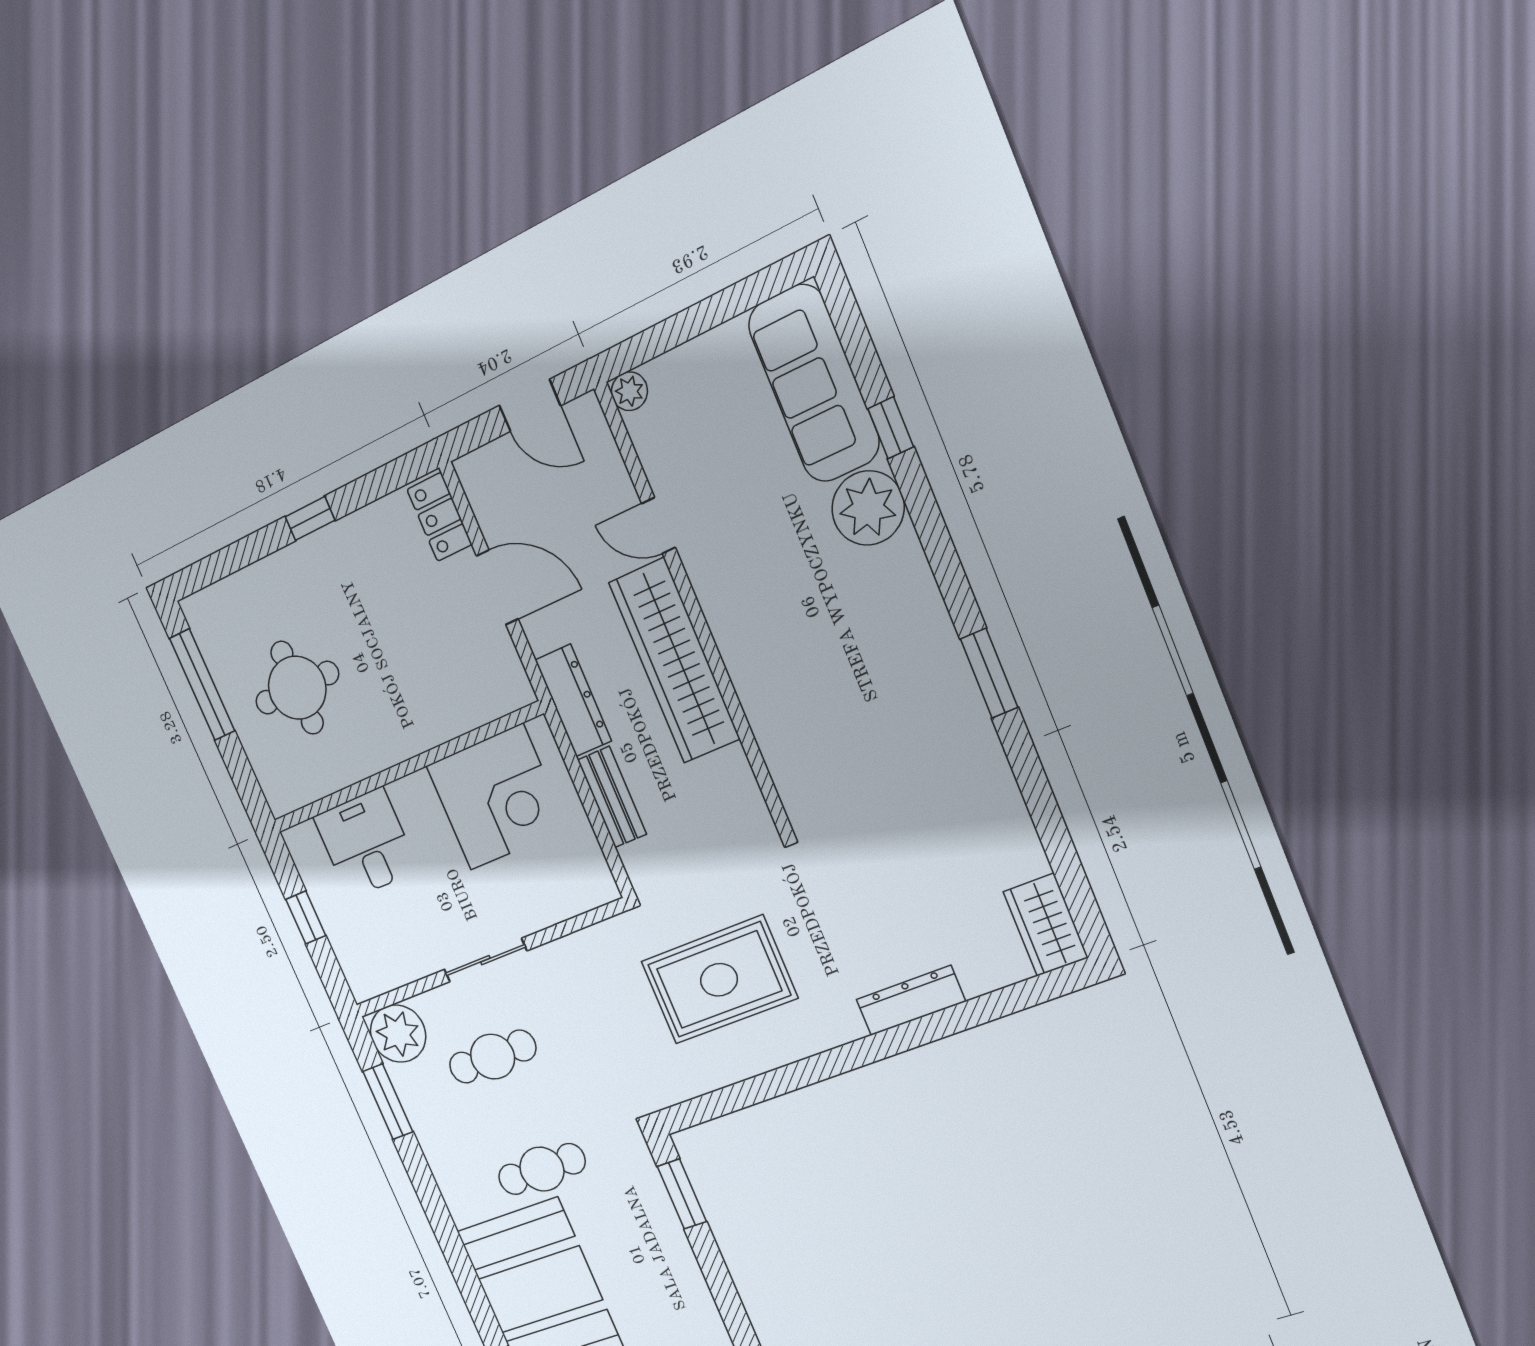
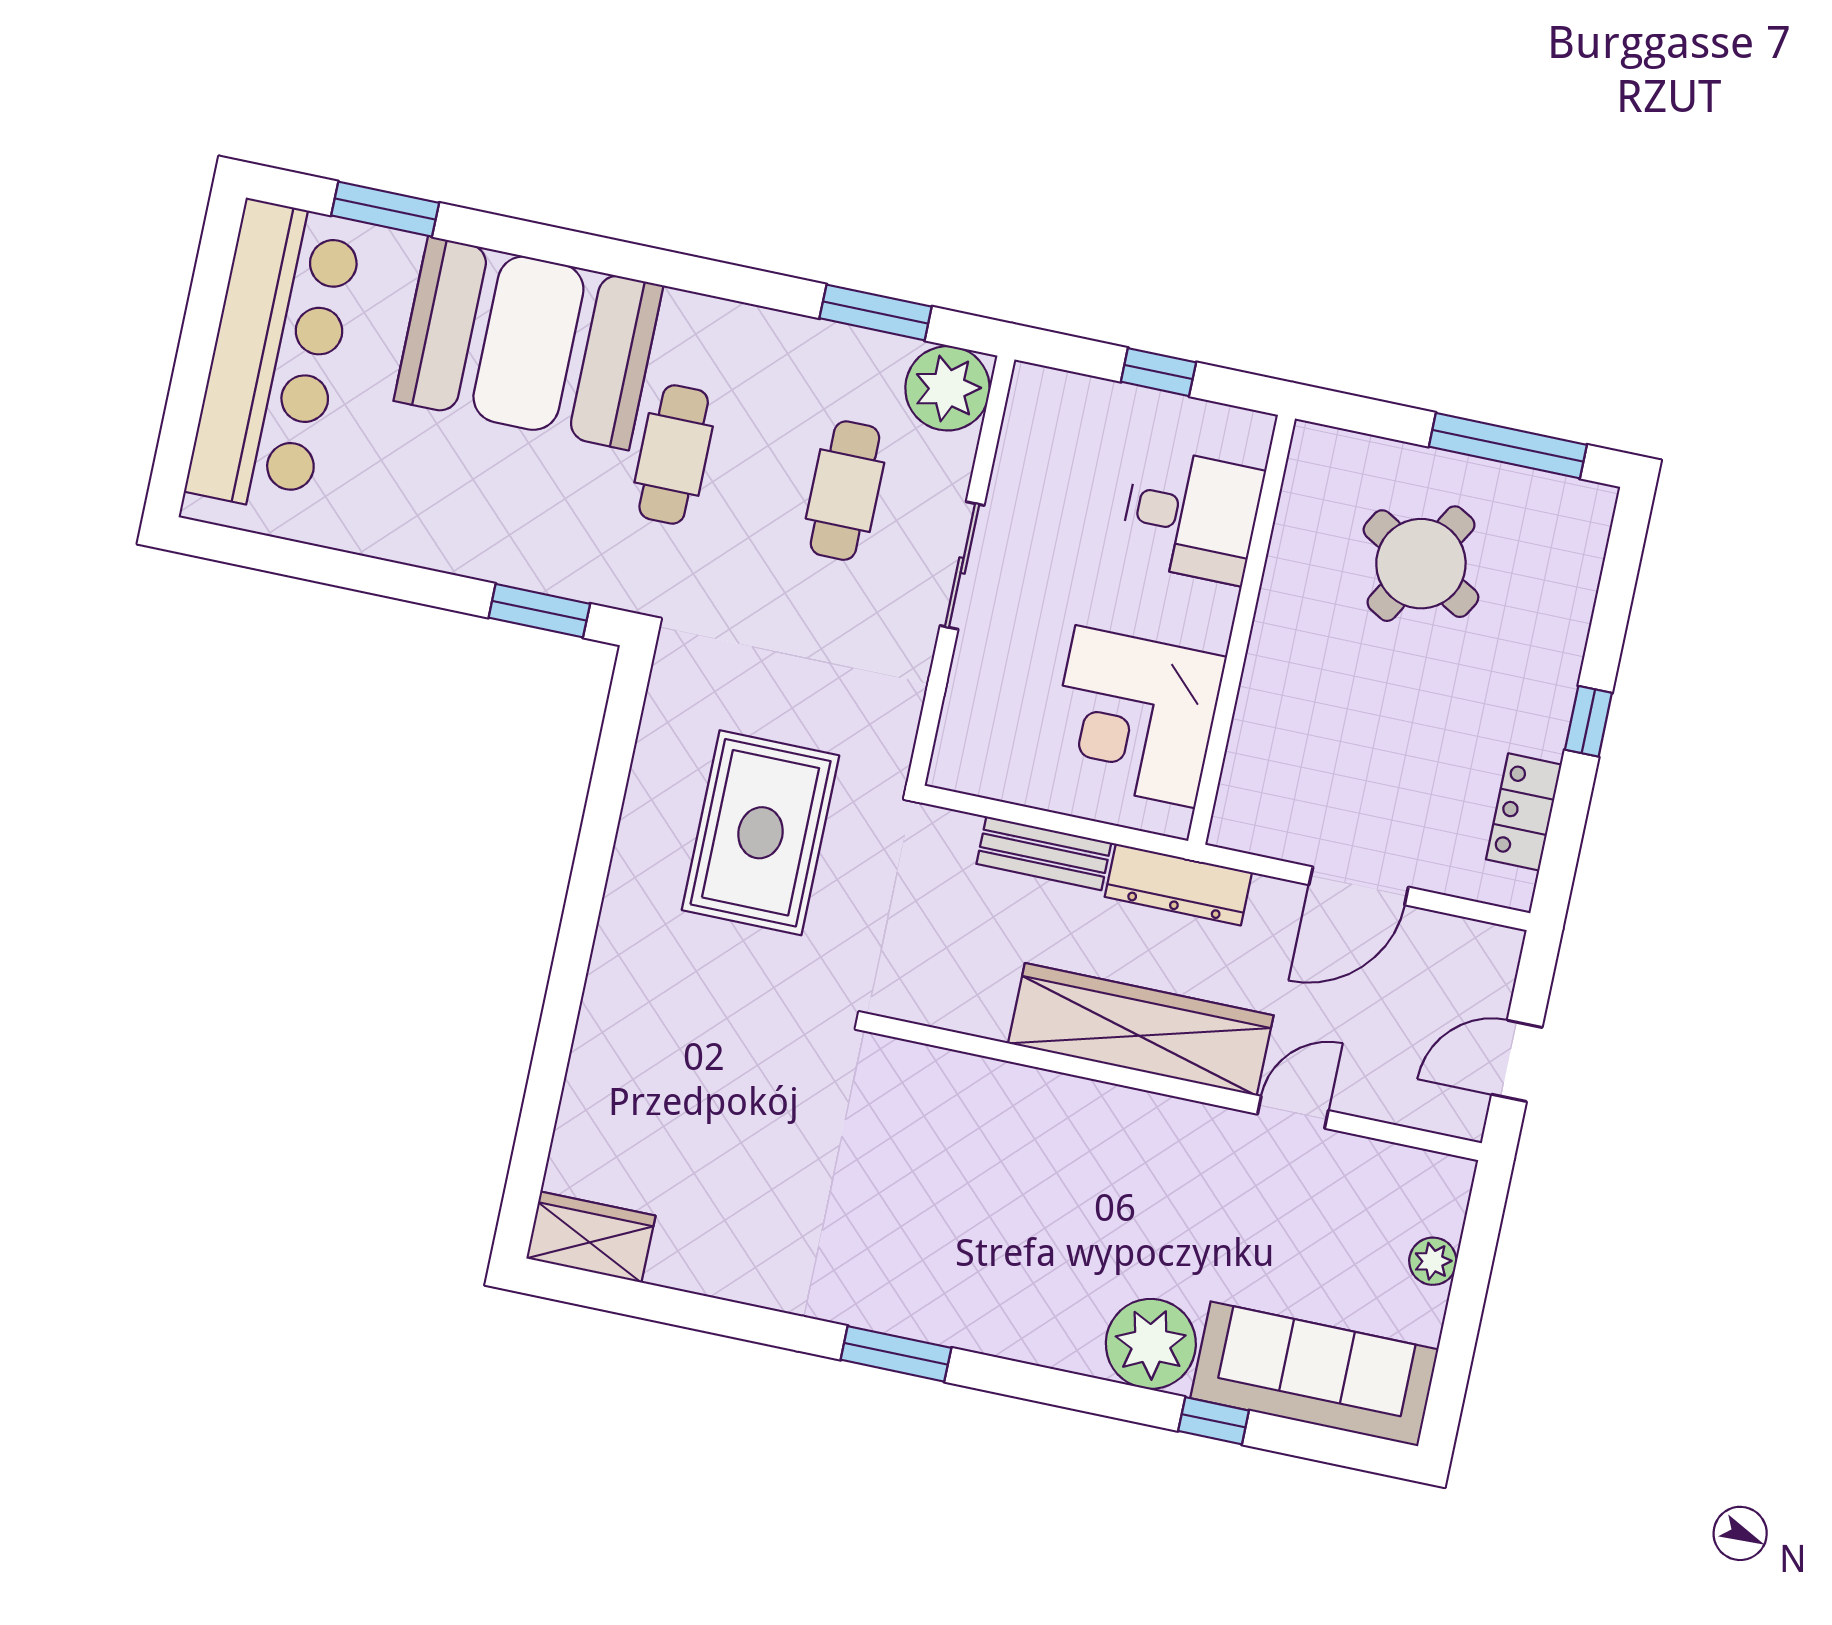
plant: (629, 391) -> (1433, 1261), moved
locker: (440, 517) -> (1524, 812), moved, turned -90
round table: (297, 688) -> (1421, 564), turned 30
dresser: (911, 1000) -> (600, 1036), removed

